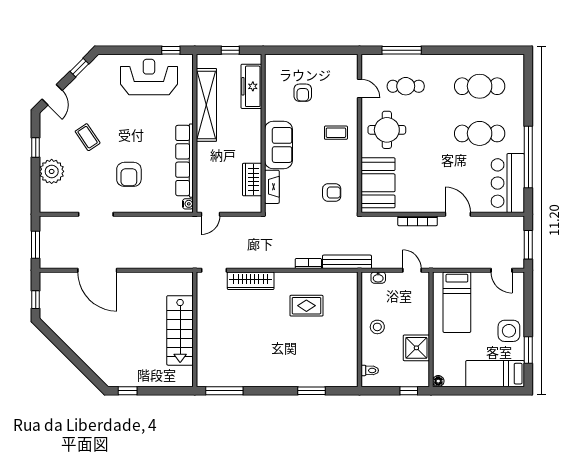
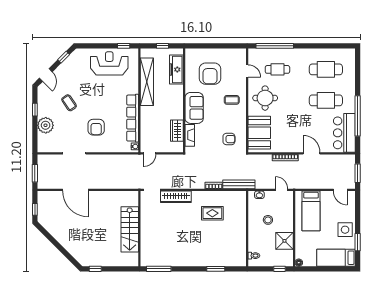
window: (402, 50) -> (275, 46), width x1.46
armchair: (303, 93) -> (210, 74), width x1.88, depth x1.88
stool: (377, 327) -> (268, 220), moved

